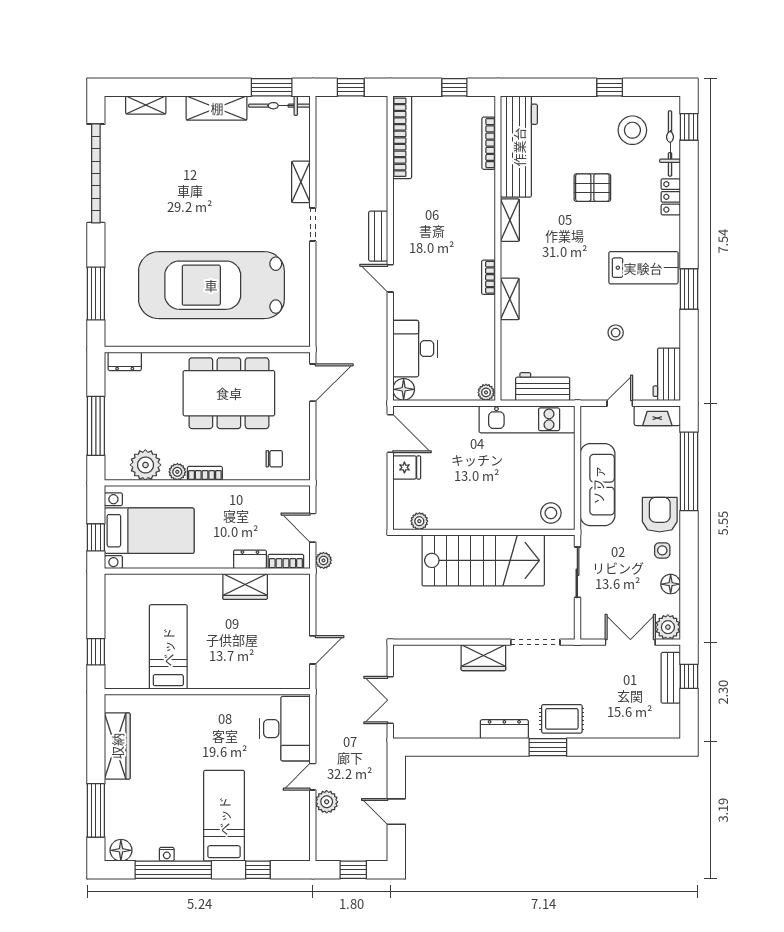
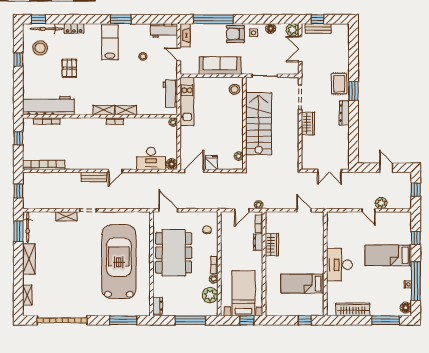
shelving: (510, 220) -> (104, 110), moved
car: (211, 285) -> (119, 262), turned 180
desk: (285, 729) -> (339, 265), moved, turned -90
door: (396, 812) -> (386, 168), swing flipped

